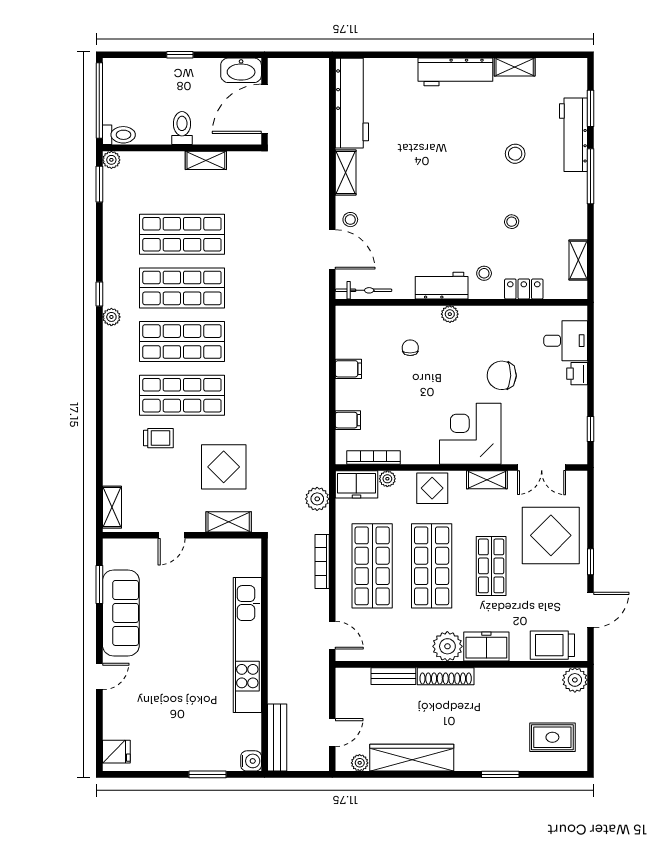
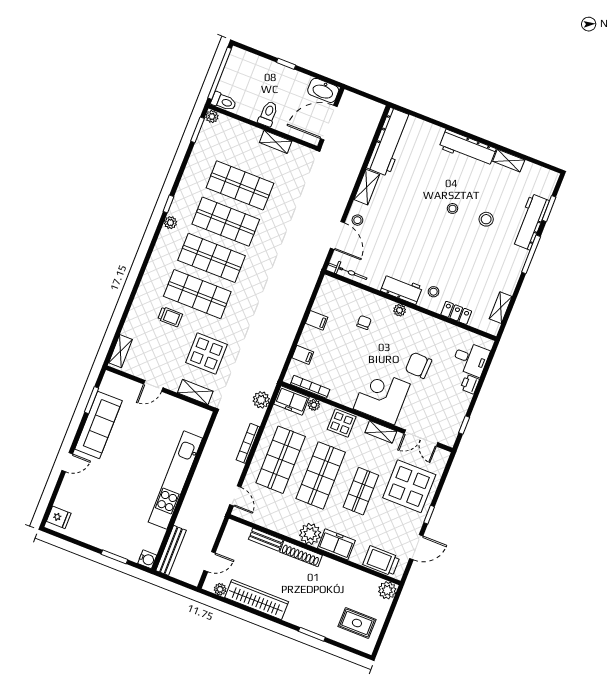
stool: (512, 222) -> (453, 208), moved

